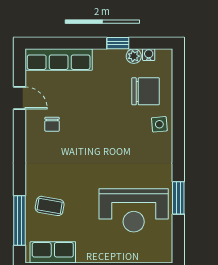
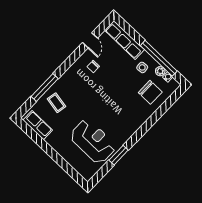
window: (118, 43) -> (159, 58), width x3.17
side table: (159, 124) -> (142, 67), moved
reception desk: (134, 210) -> (93, 141), turned 180
window: (19, 221) -> (45, 87), moved

